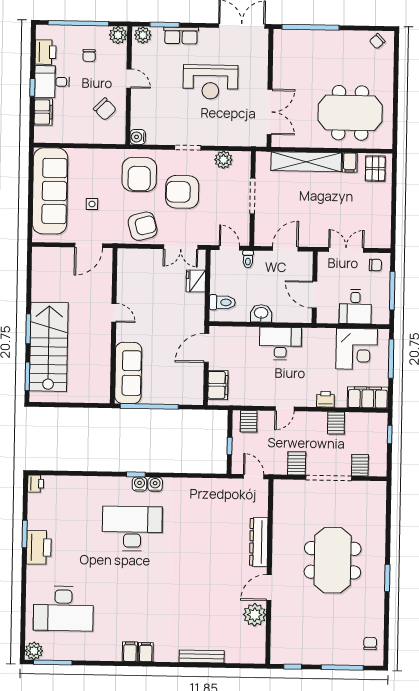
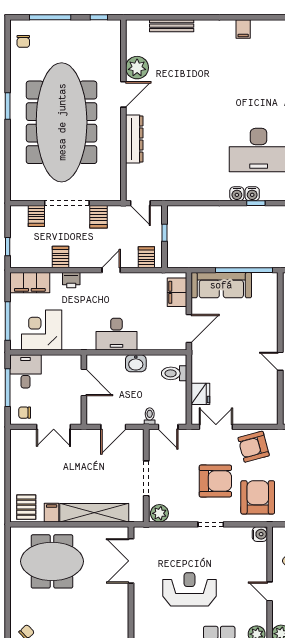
plant: (223, 160) -> (159, 513), moved
desk: (355, 307) -> (25, 371), moved
sofa: (128, 373) -> (221, 285), moved, turned -90
meeting table: (333, 560) -> (62, 122), width x1.86, depth x1.27
filing cabinet: (130, 652) -> (259, 29), removed
bench: (202, 656) -> (172, 26), moved

